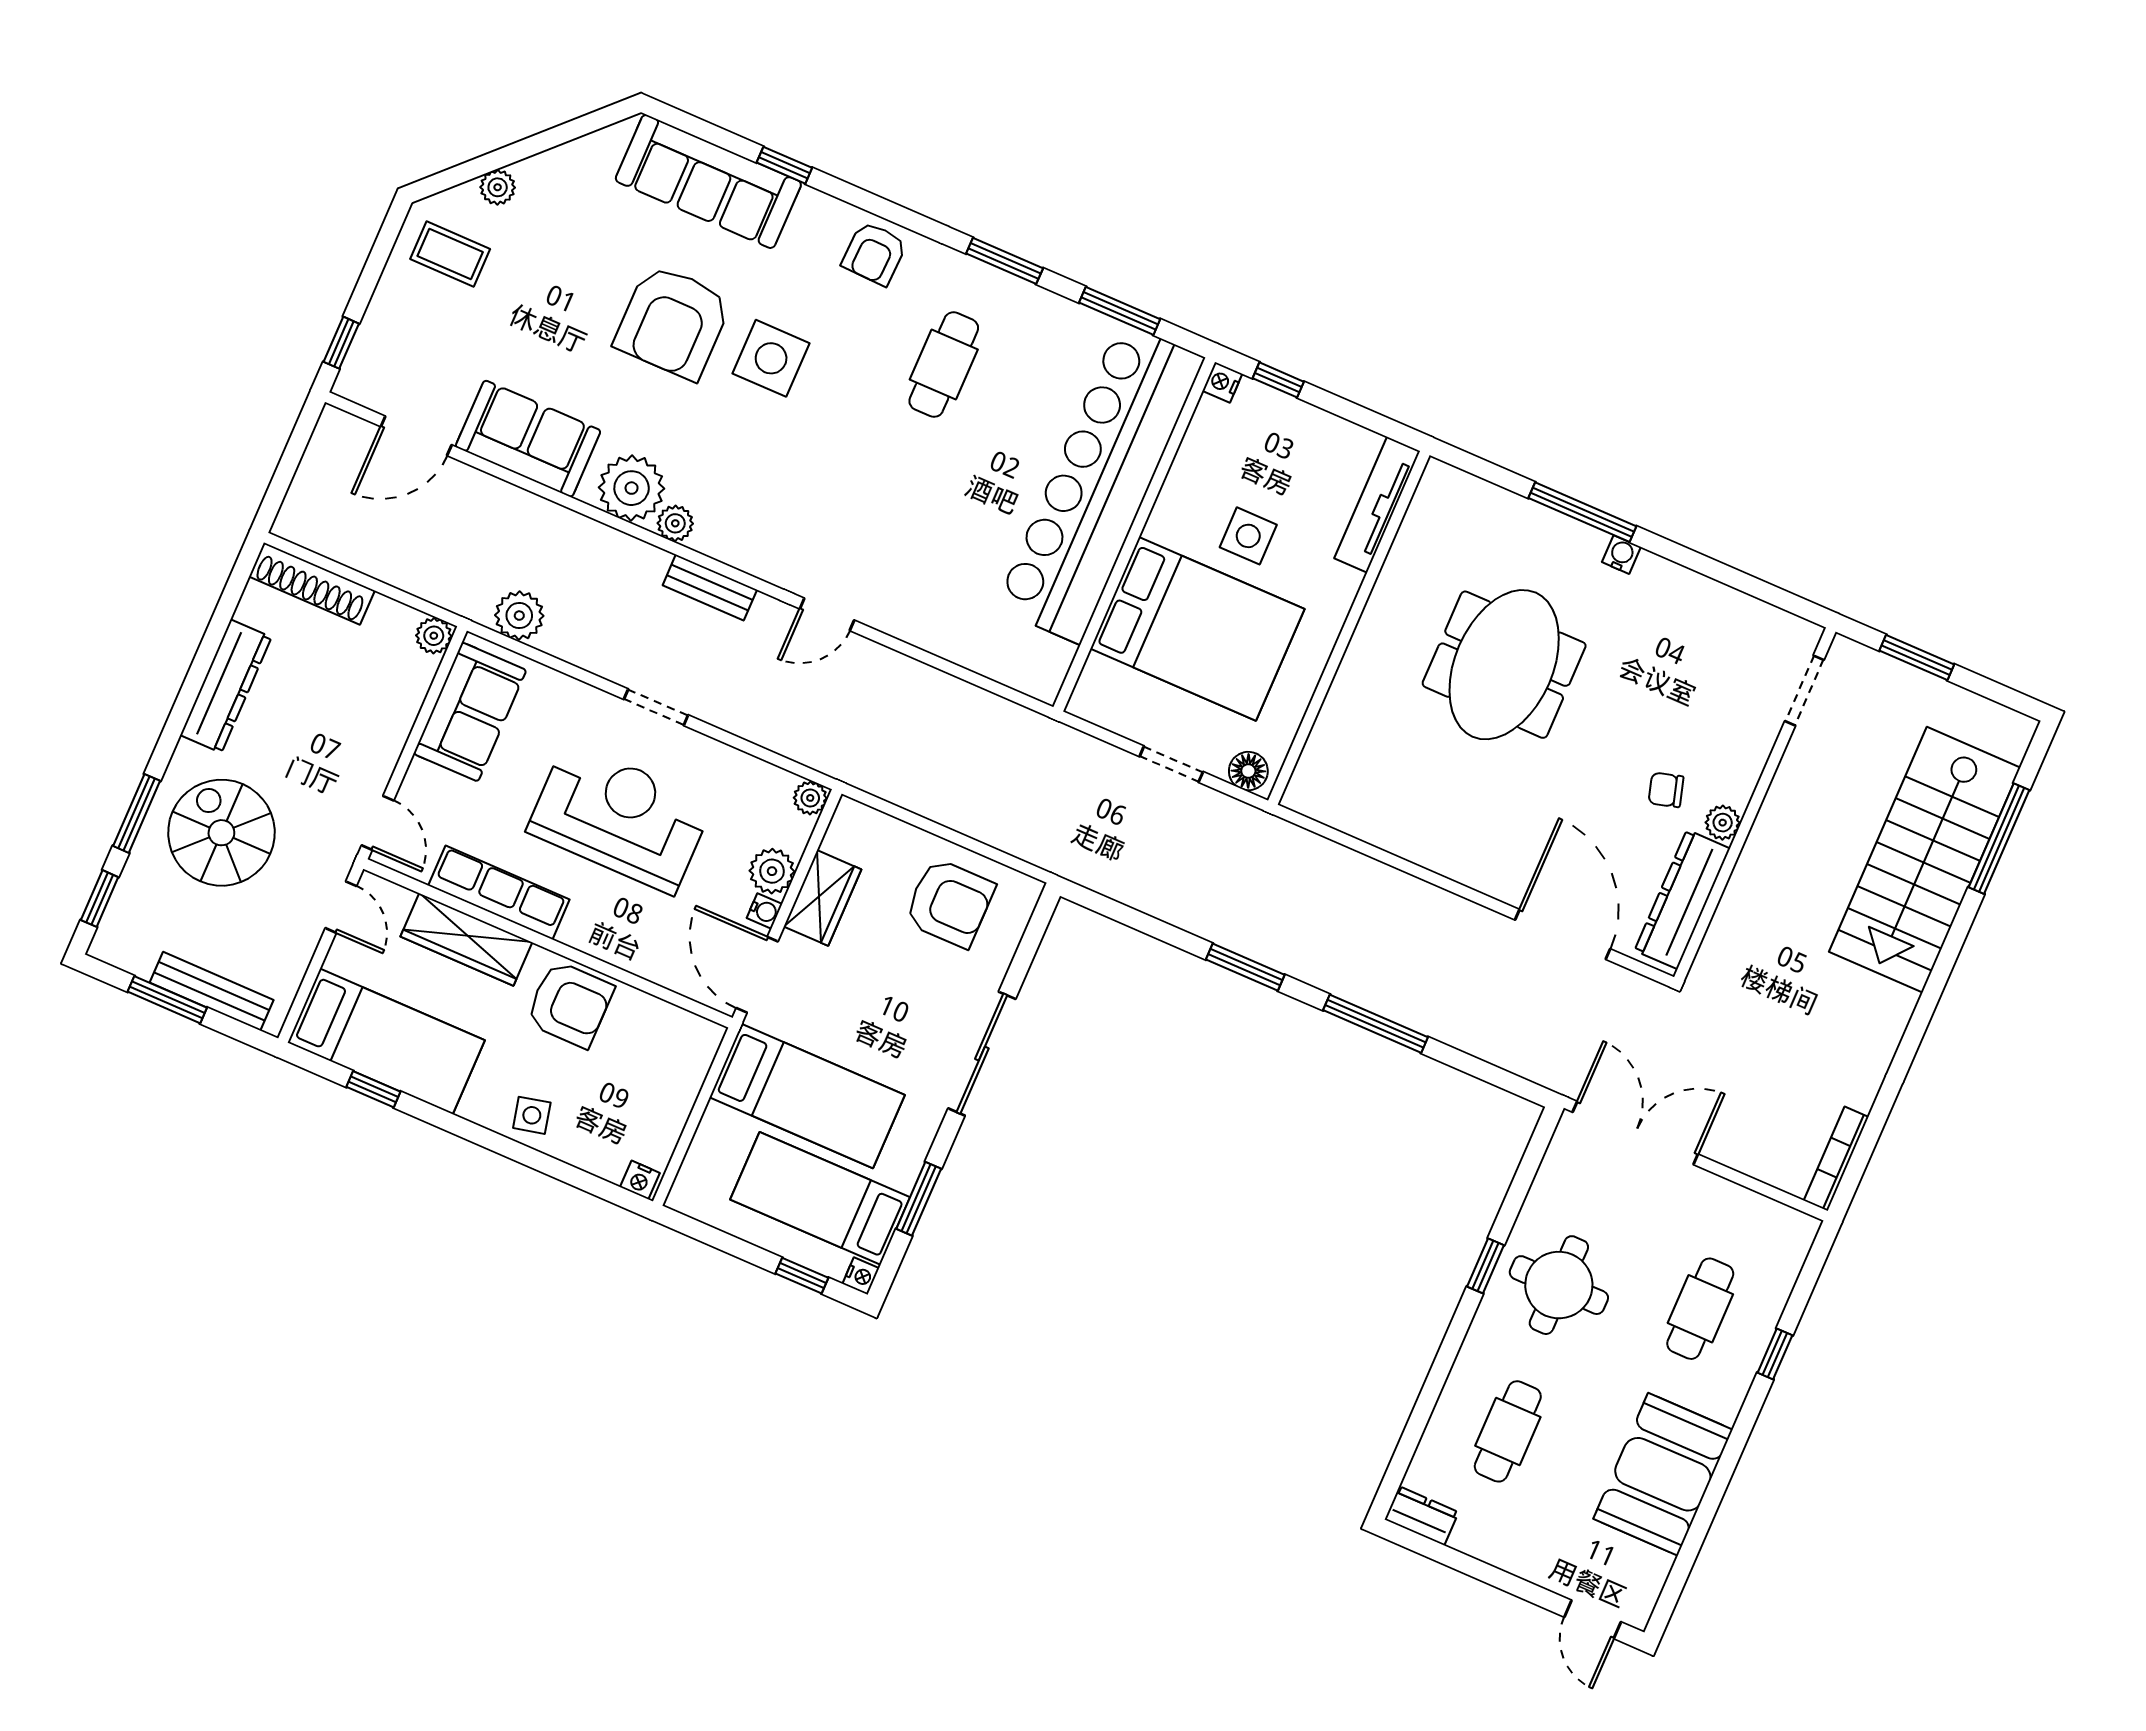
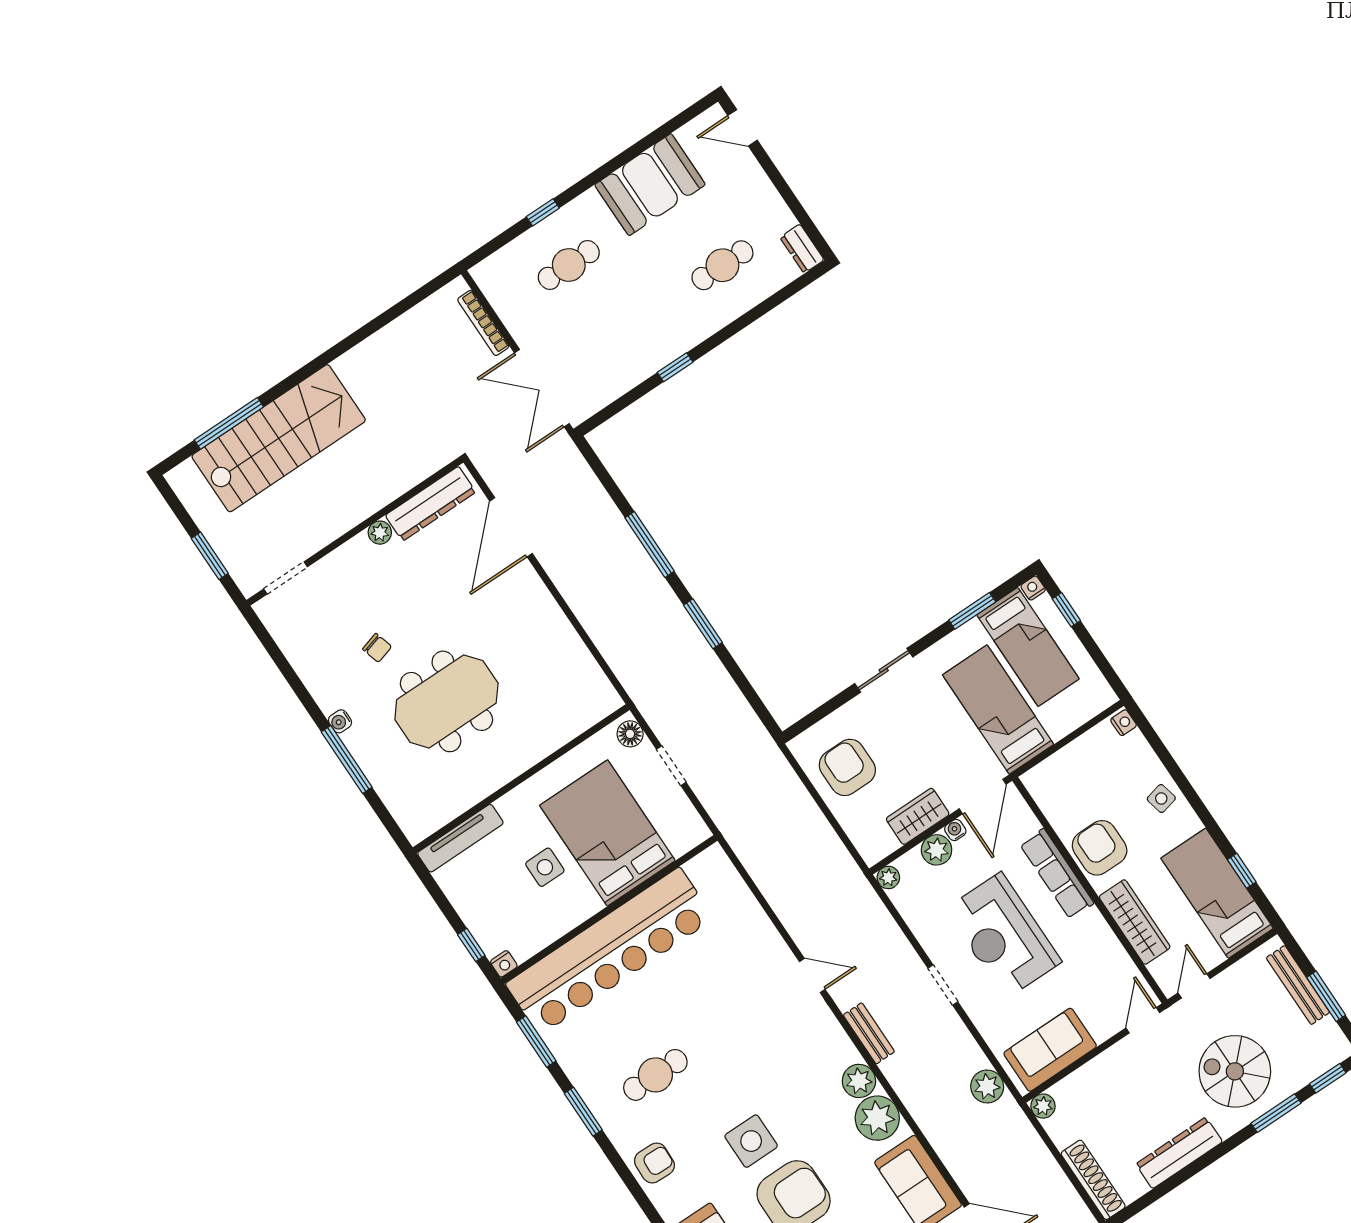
plant: (675, 523) -> (859, 1081), width x1.38, depth x1.38
chair: (1666, 790) -> (377, 648), moved
spiral stairs: (221, 833) -> (1235, 1071), turned 90
row of seats: (499, 893) -> (1057, 874), moved
sliding door: (982, 1054) -> (884, 670), width x0.73
bookcase: (1836, 1159) -> (483, 323), moved, turned 90
round table: (1559, 1285) -> (640, 330), removed
door: (1593, 1619) -> (743, 128), swing flipped

